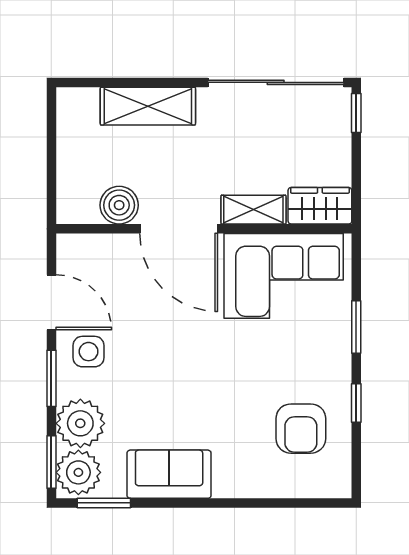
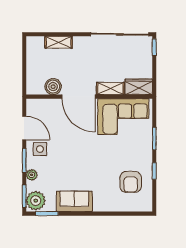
shelving: (148, 106) -> (59, 42), width x0.67, depth x0.75
plant: (80, 423) -> (32, 175), width x0.53, depth x0.53

